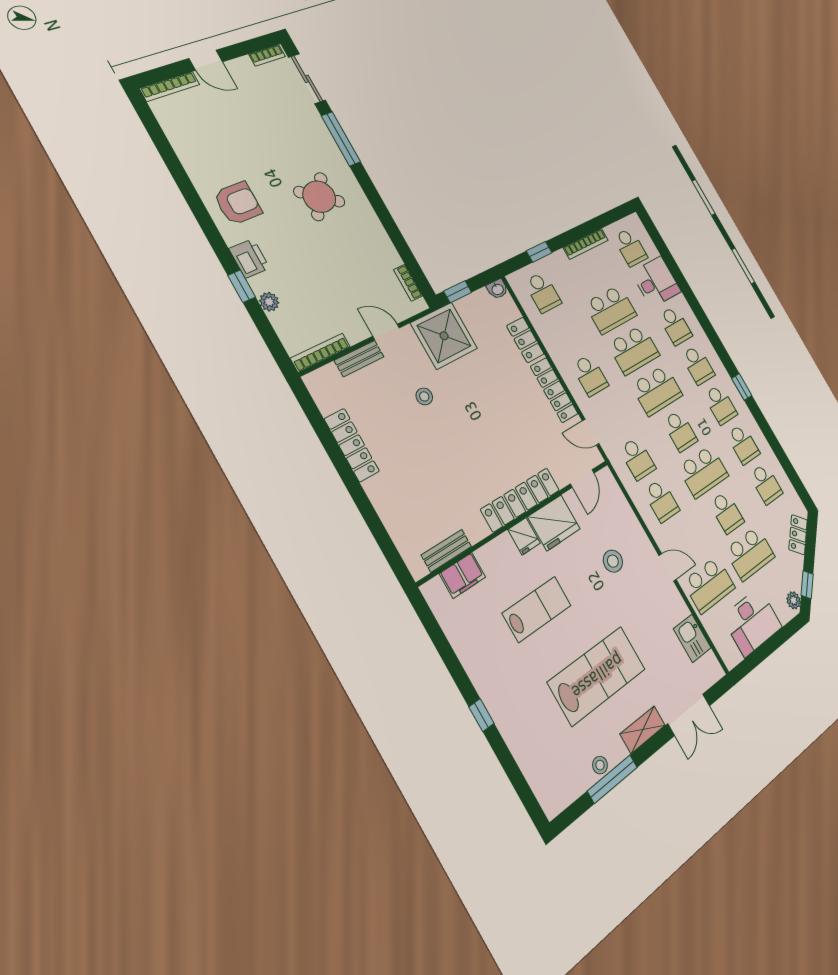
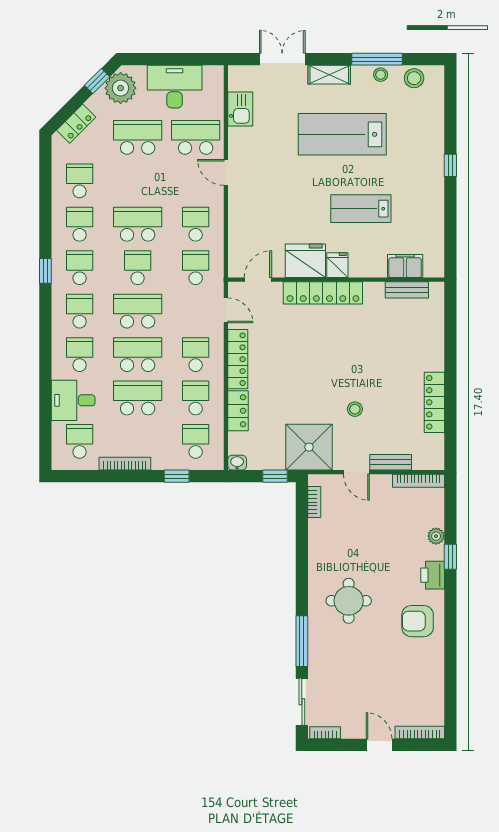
round table: (319, 197) -> (349, 601), turned -35
school desk: (727, 512) -> (196, 398), moved
stool: (613, 561) -> (414, 78), moved
plant: (794, 600) -> (121, 88), width x1.88, depth x1.88

